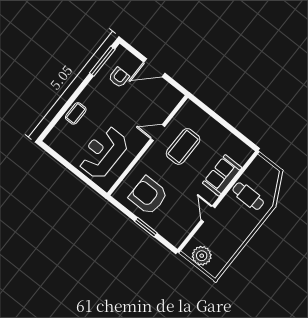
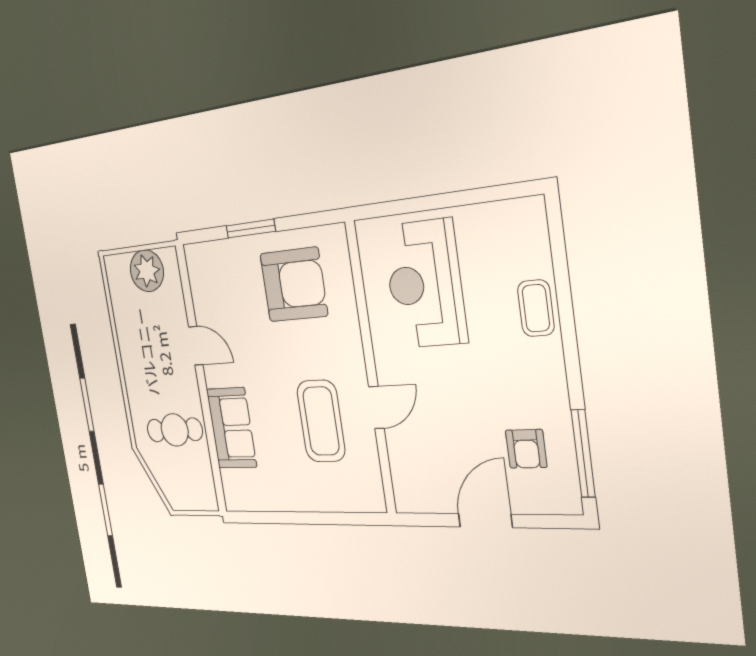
reception desk: (103, 152) -> (425, 284), turned 180

